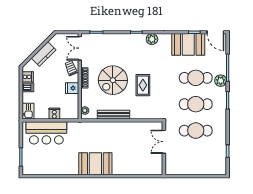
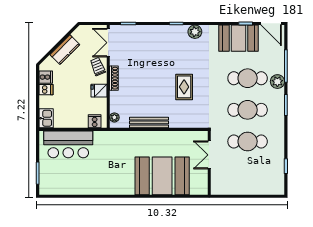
spiral stairs: (113, 80) -> (148, 81), removed
cooker: (54, 114) -> (95, 121), moved
booth: (95, 164) -> (162, 176), moved, width x1.36, depth x1.42

